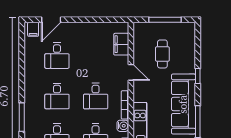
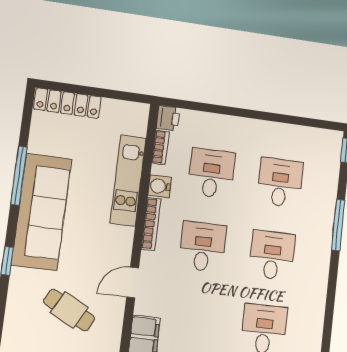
cafe table: (162, 54) -> (69, 310), turned -62
door: (131, 72) -> (133, 282), hinge flipped

